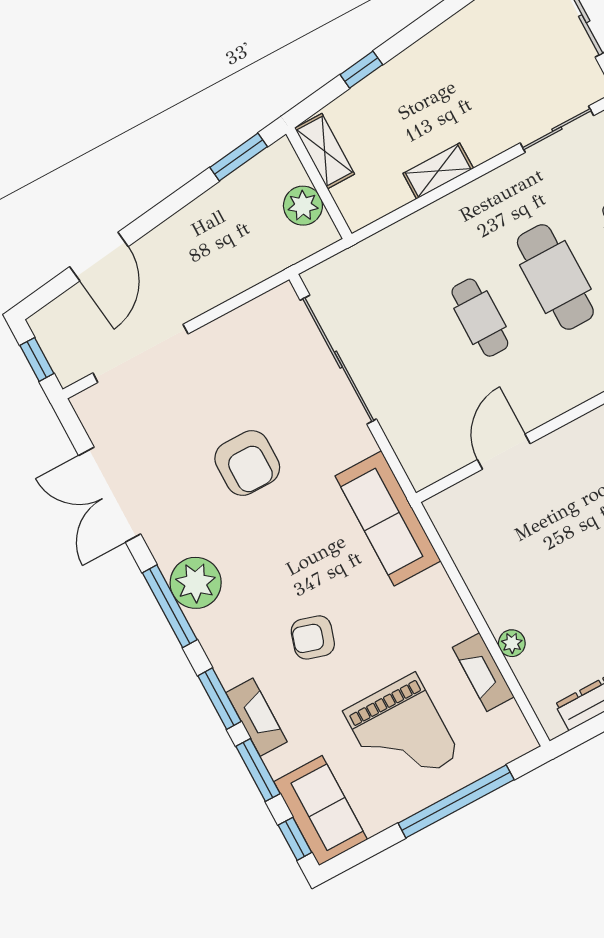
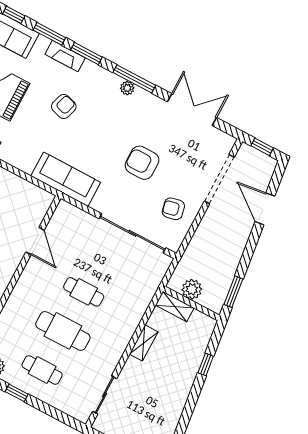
shelving: (325, 151) -> (175, 306), moved
armchair: (246, 355) -> (173, 209), added
plant: (196, 583) -> (127, 88), width x0.53, depth x0.53

